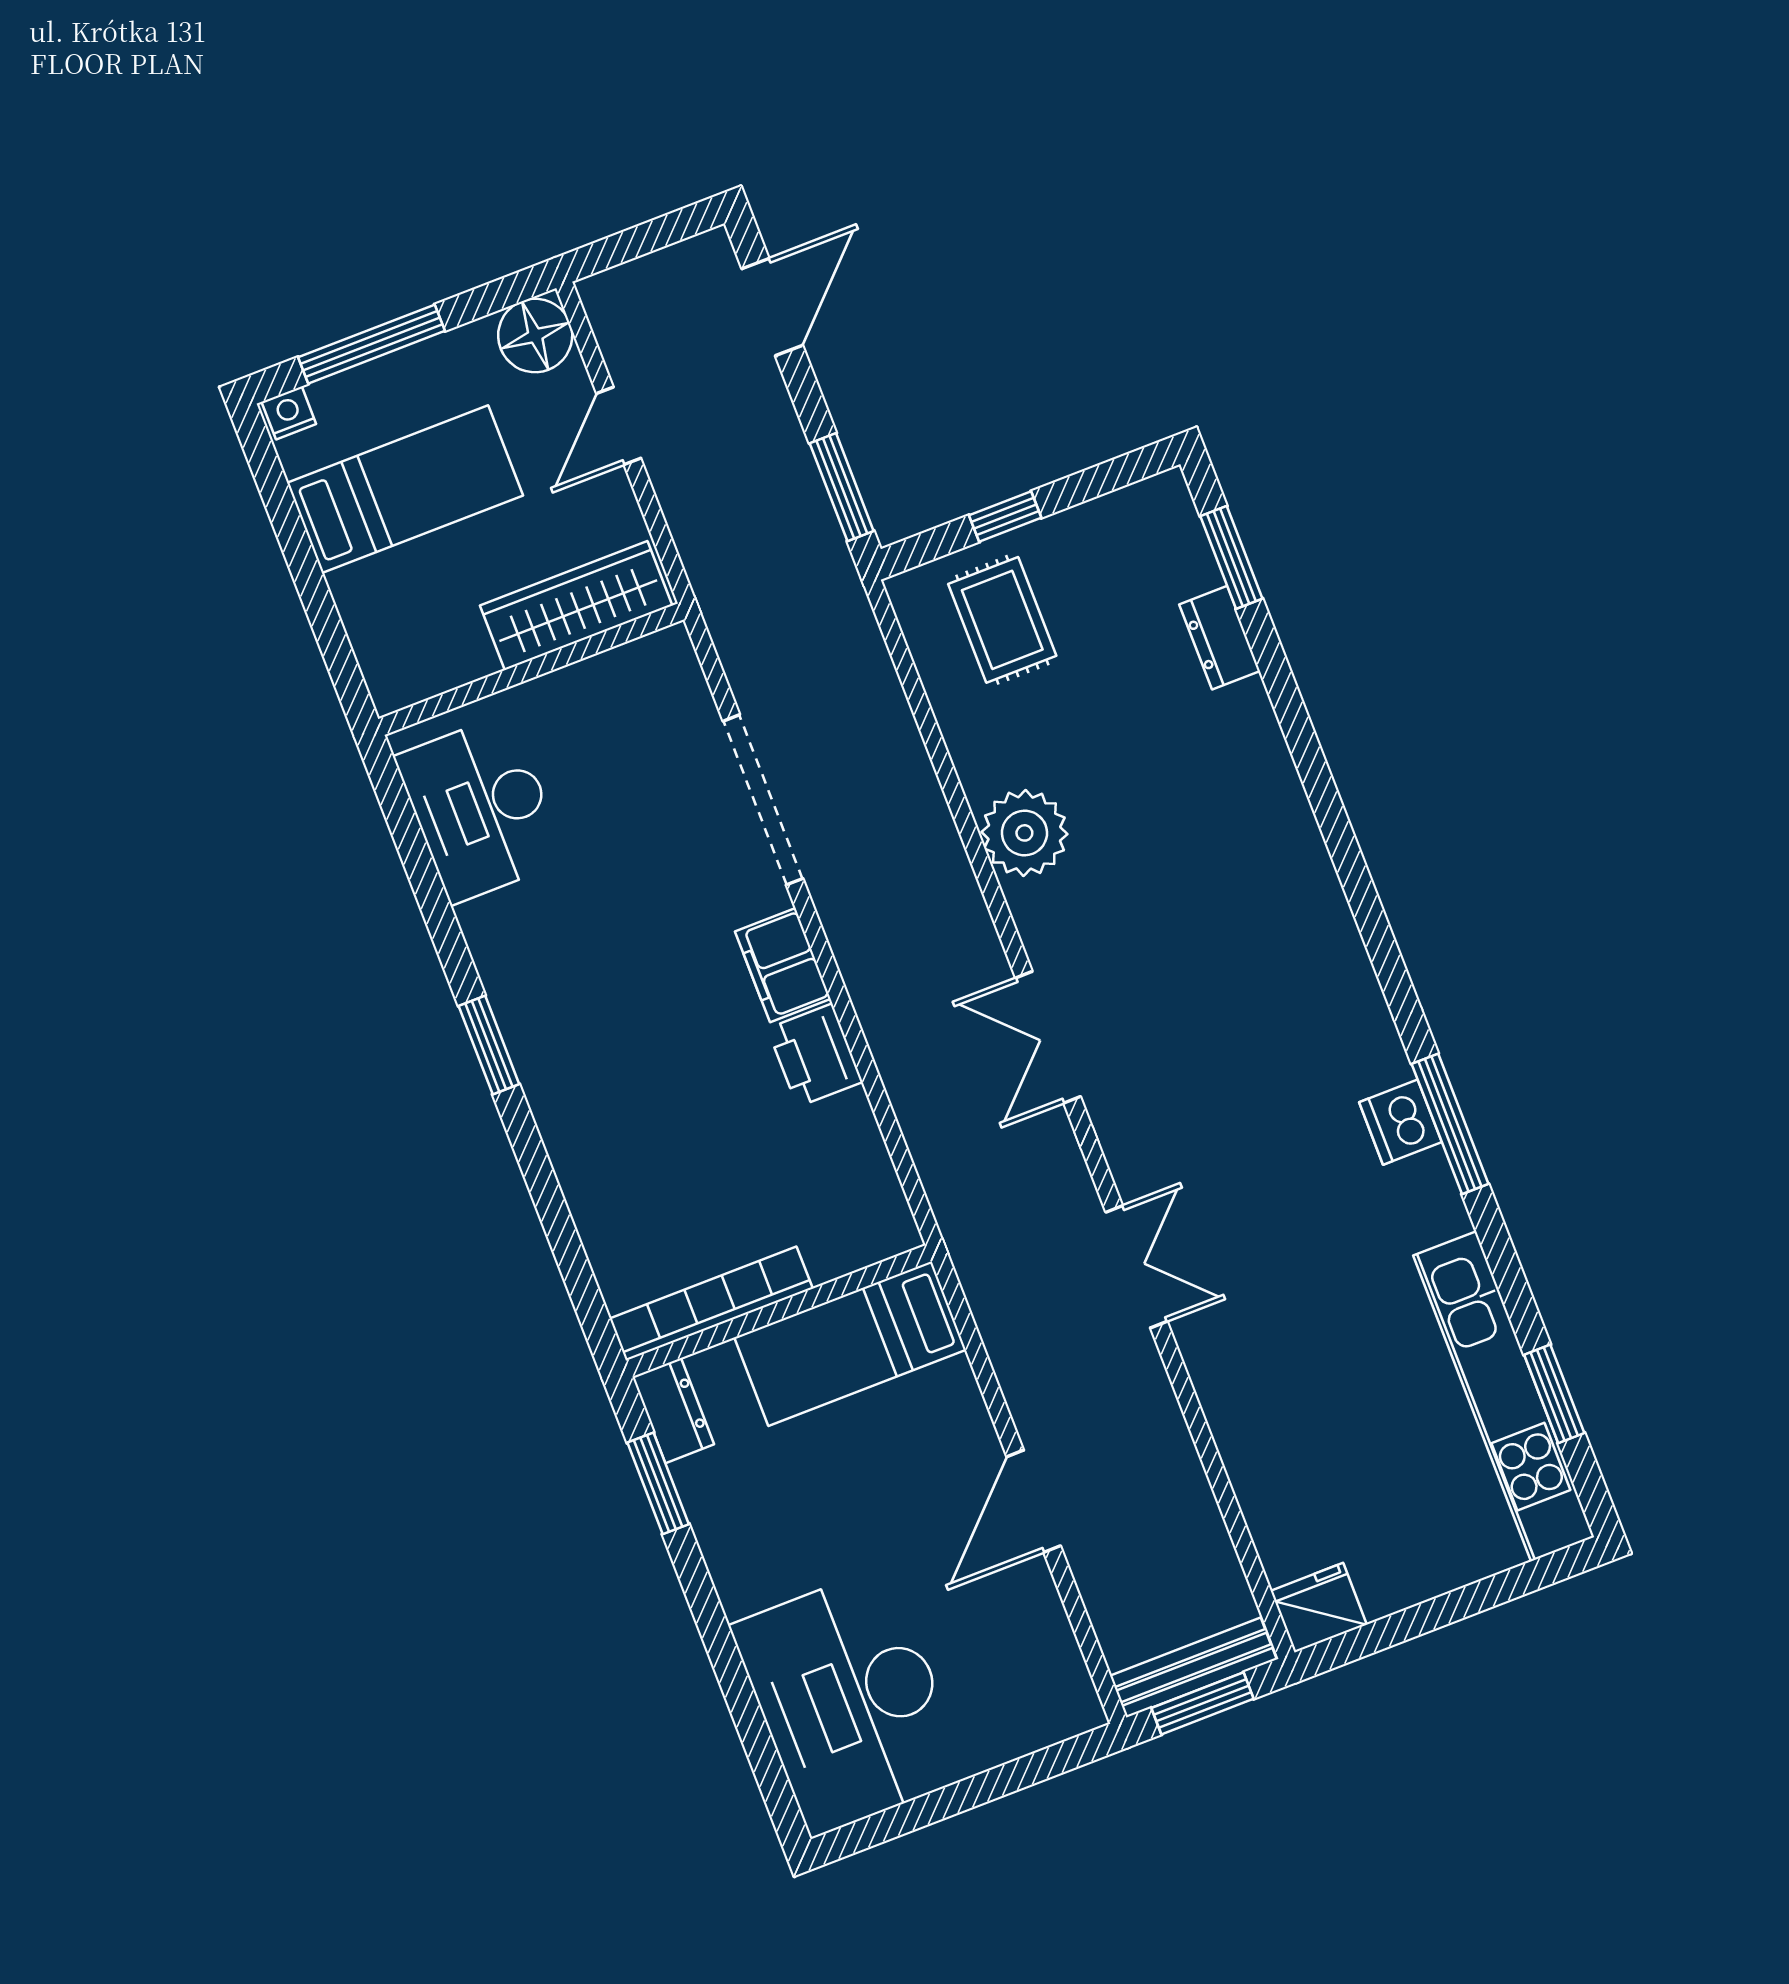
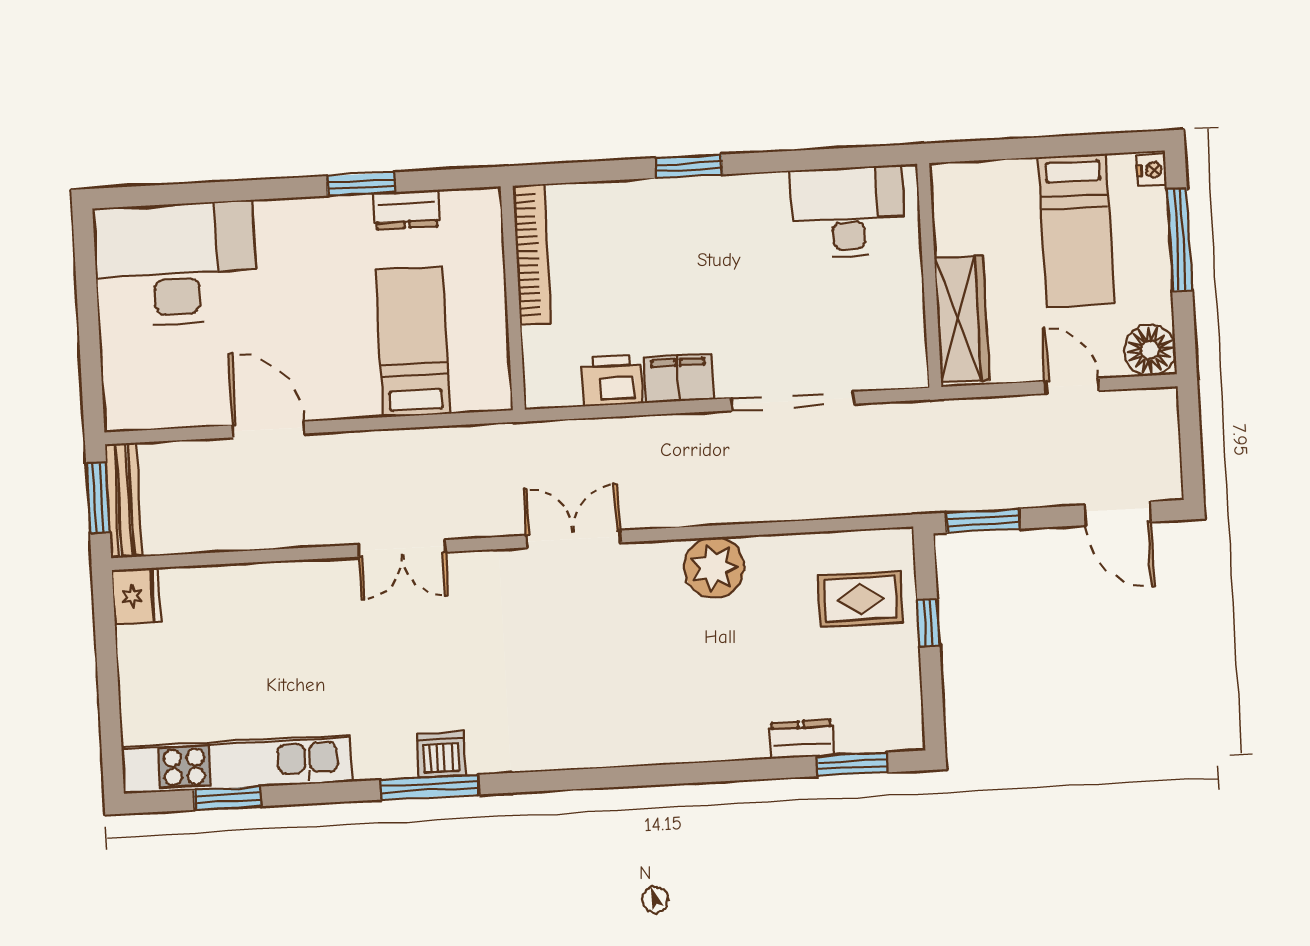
bookcase: (711, 1304) -> (532, 255), moved
wall: (779, 1311) -> (513, 298), moved

